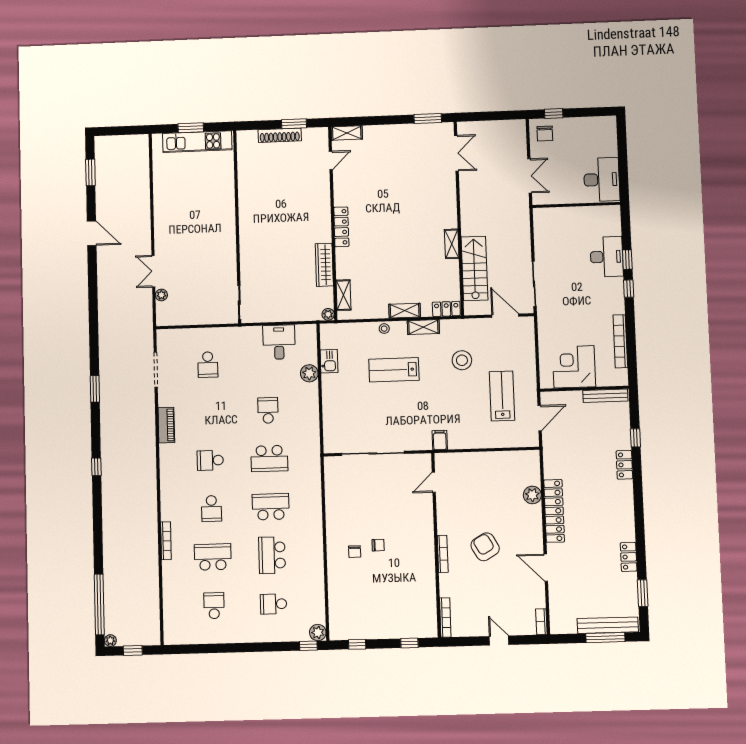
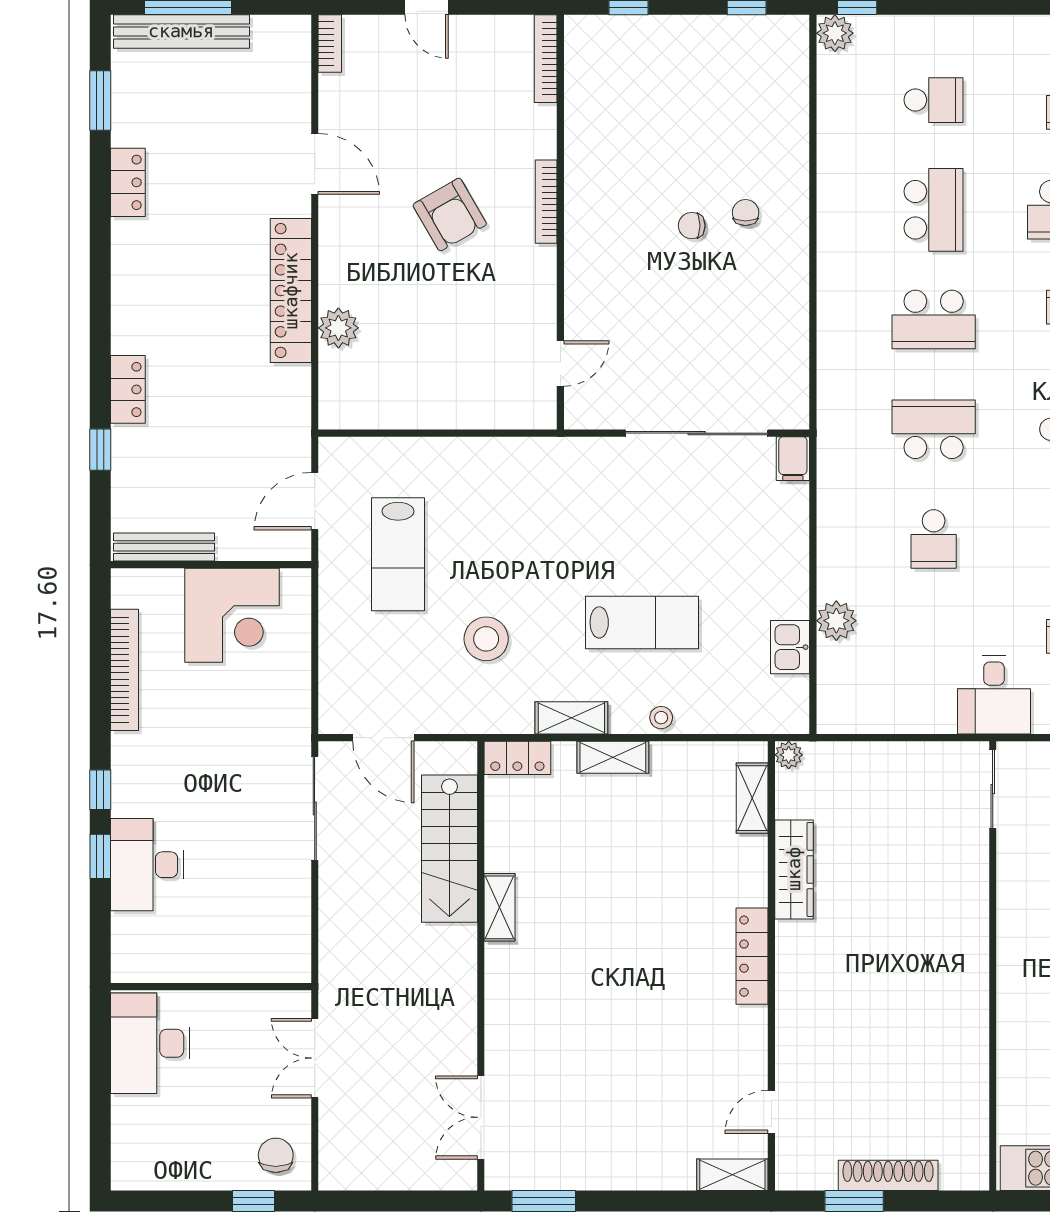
desk: (279, 342) -> (994, 695), moved
filing cabinet: (440, 440) -> (793, 459), moved

